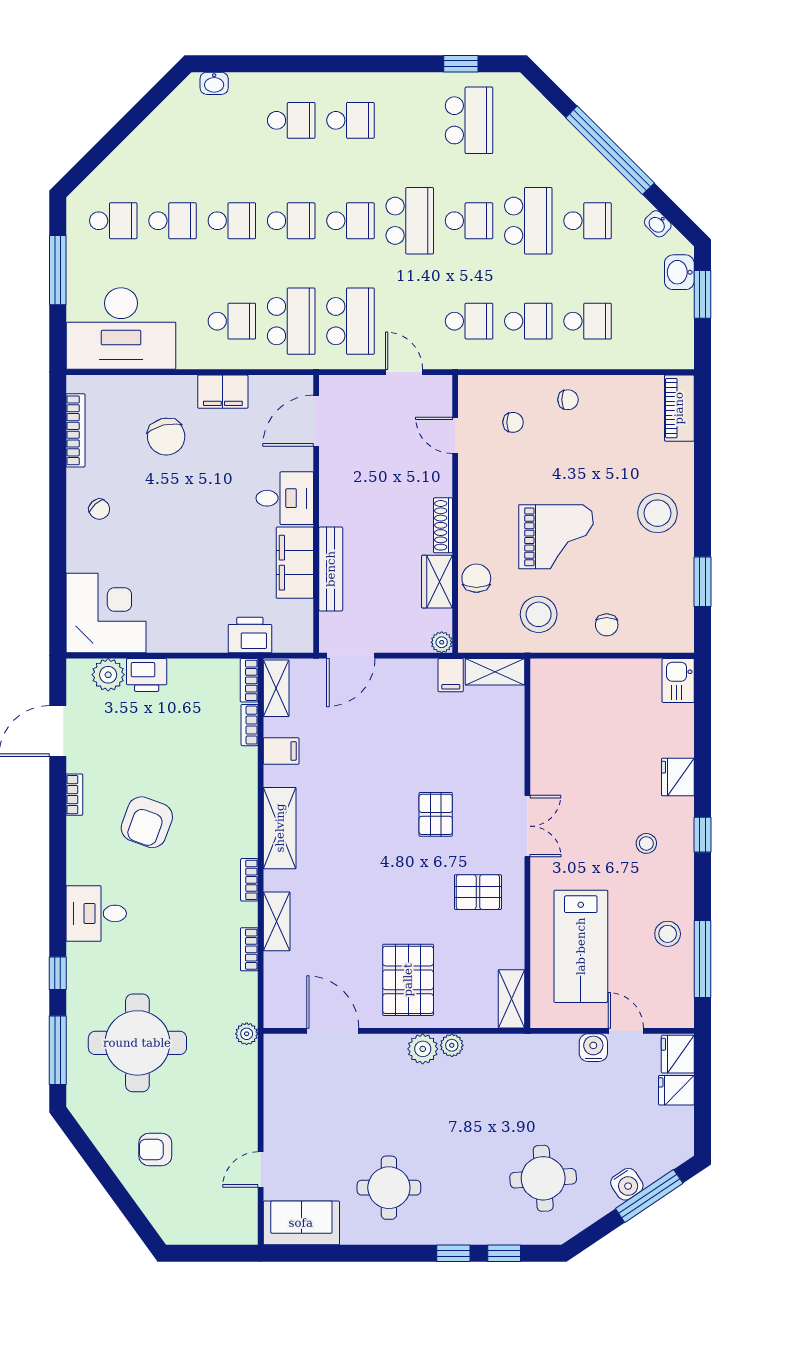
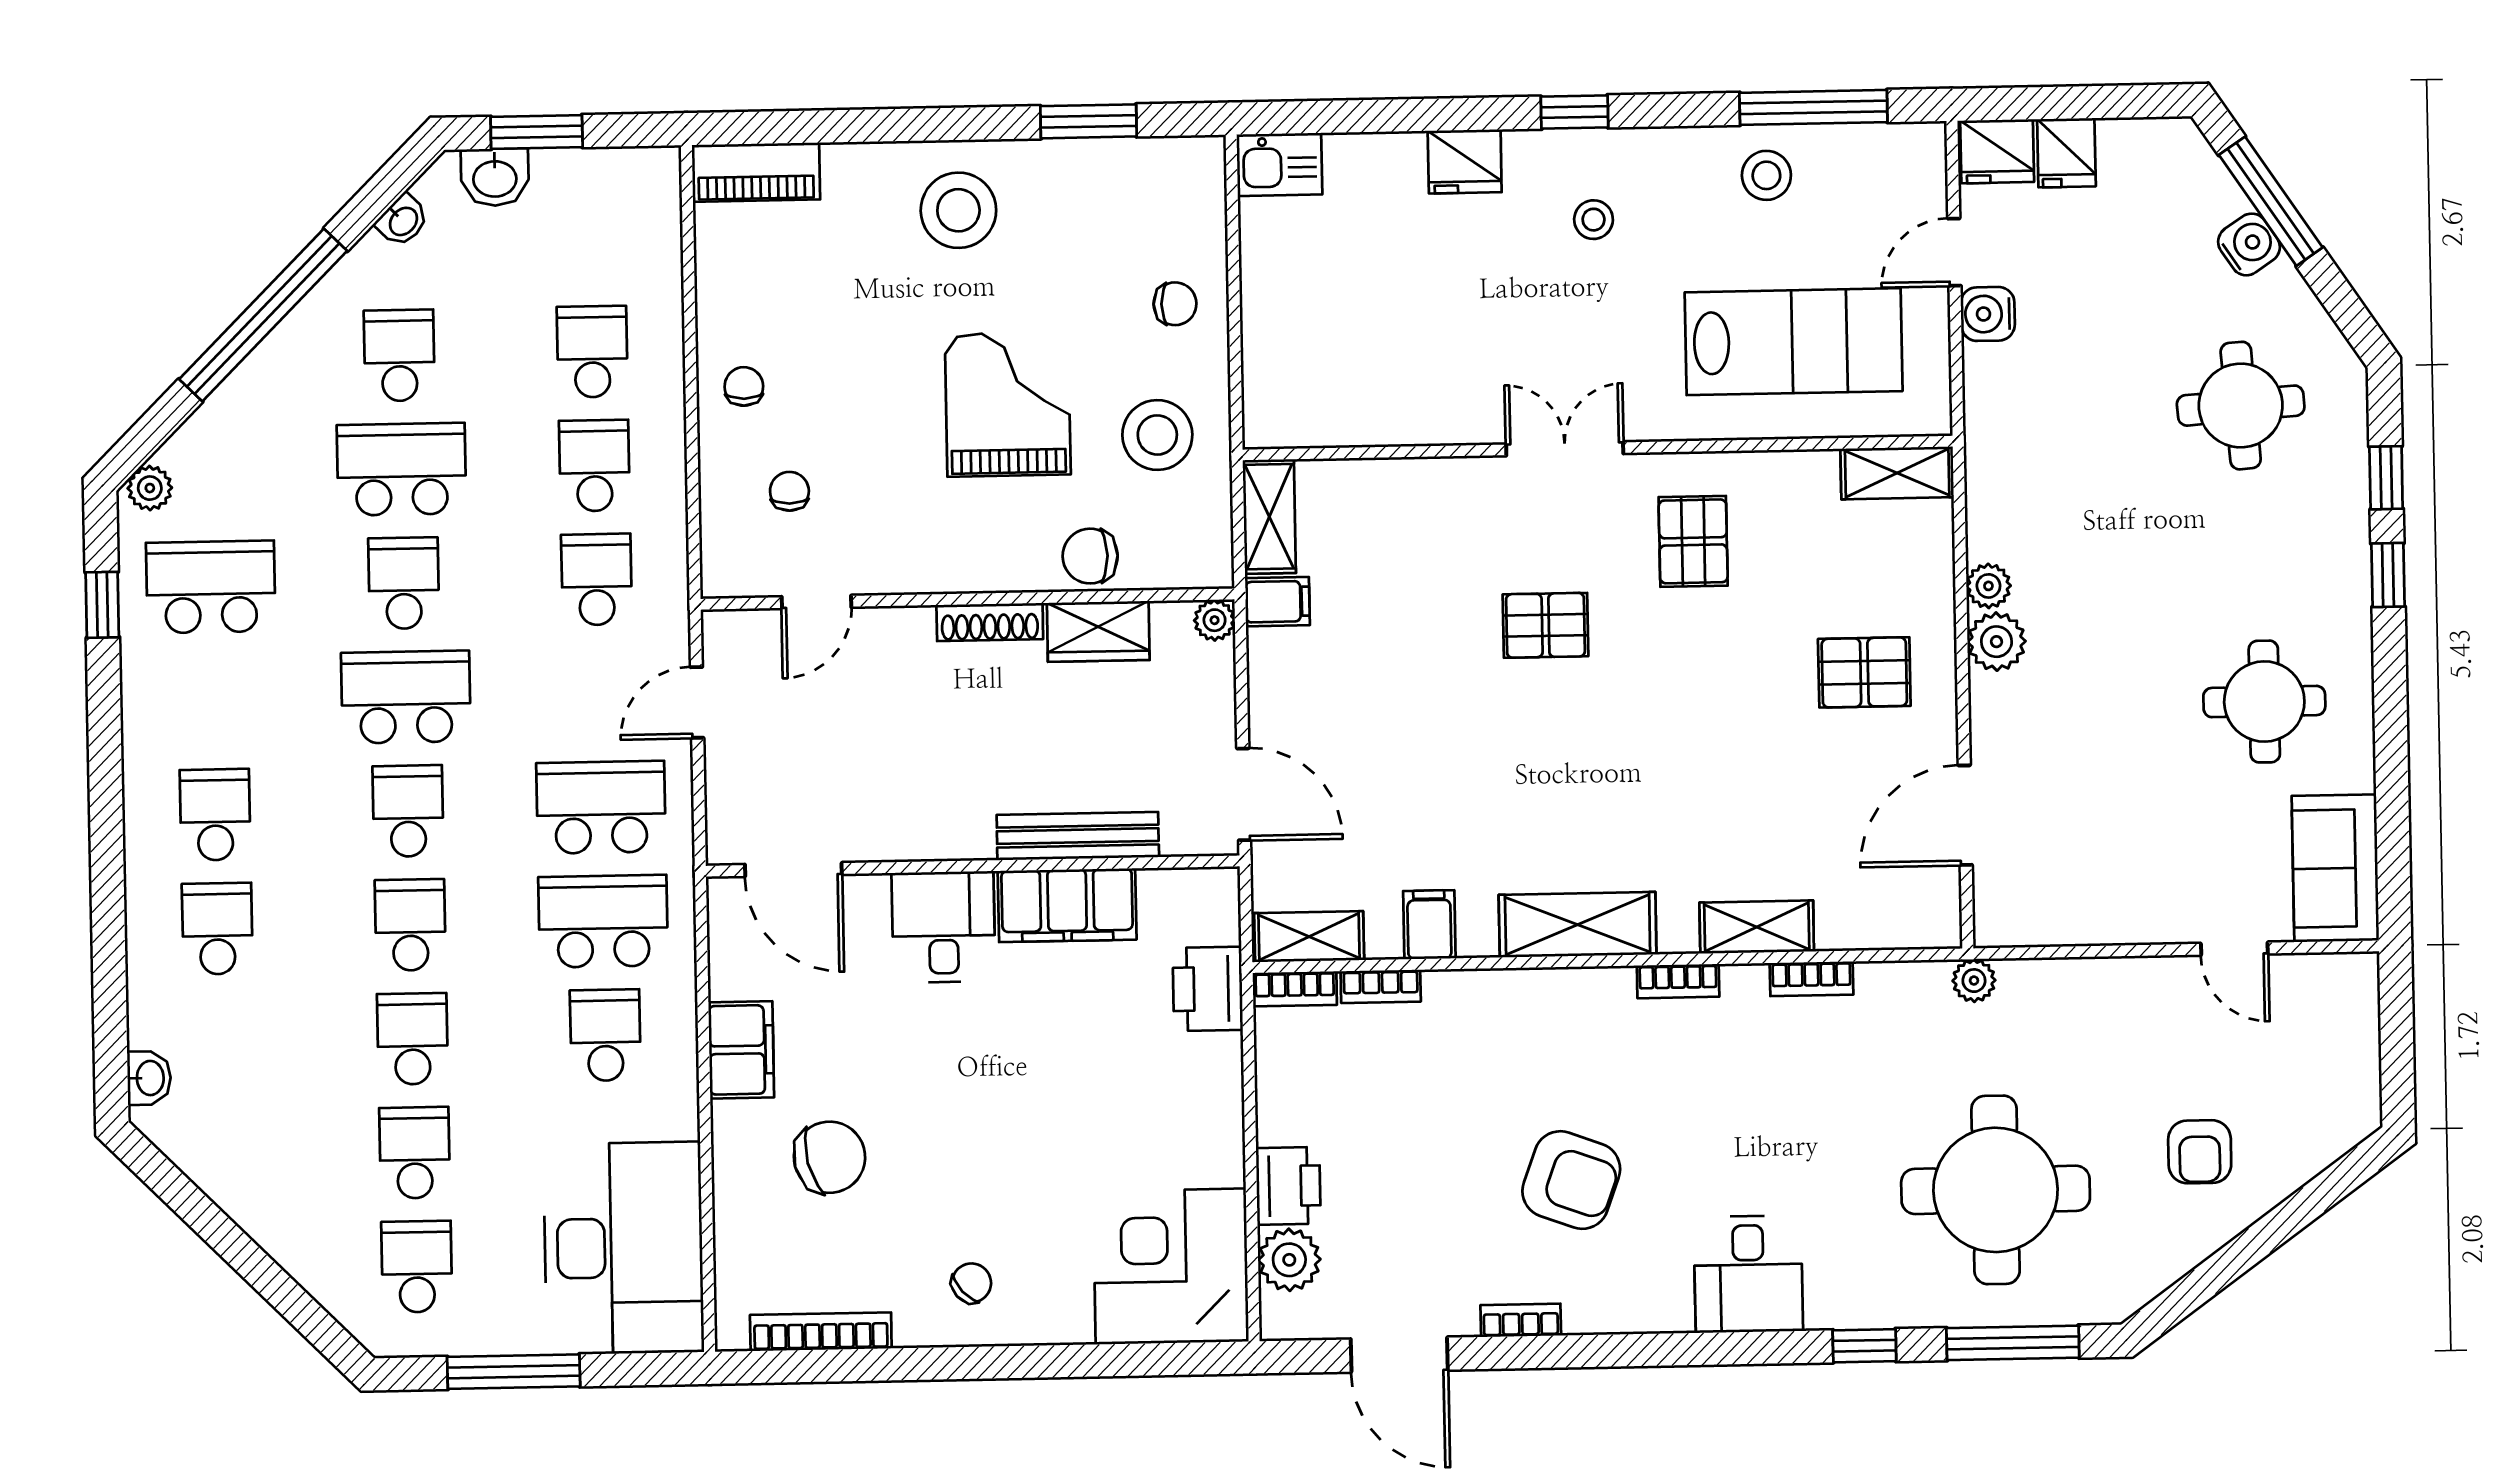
plant: (521, 90) -> (150, 488), added
pallet: (408, 980) -> (1864, 672), width x0.67, depth x0.71

